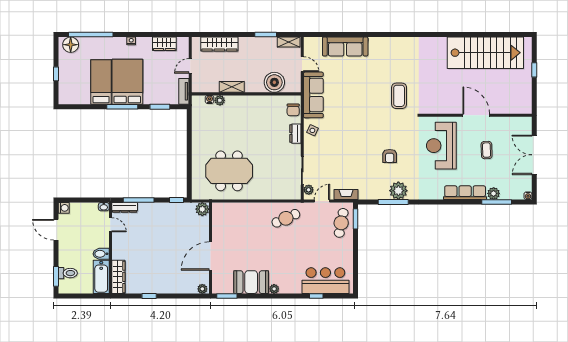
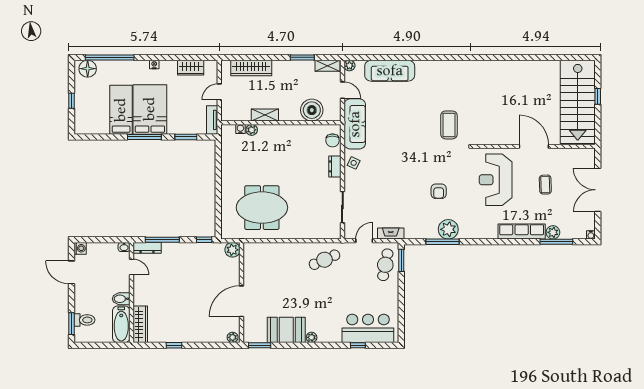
stairs: (485, 53) -> (578, 102), moved, turned 90
plant: (309, 190) -> (349, 66), moved

